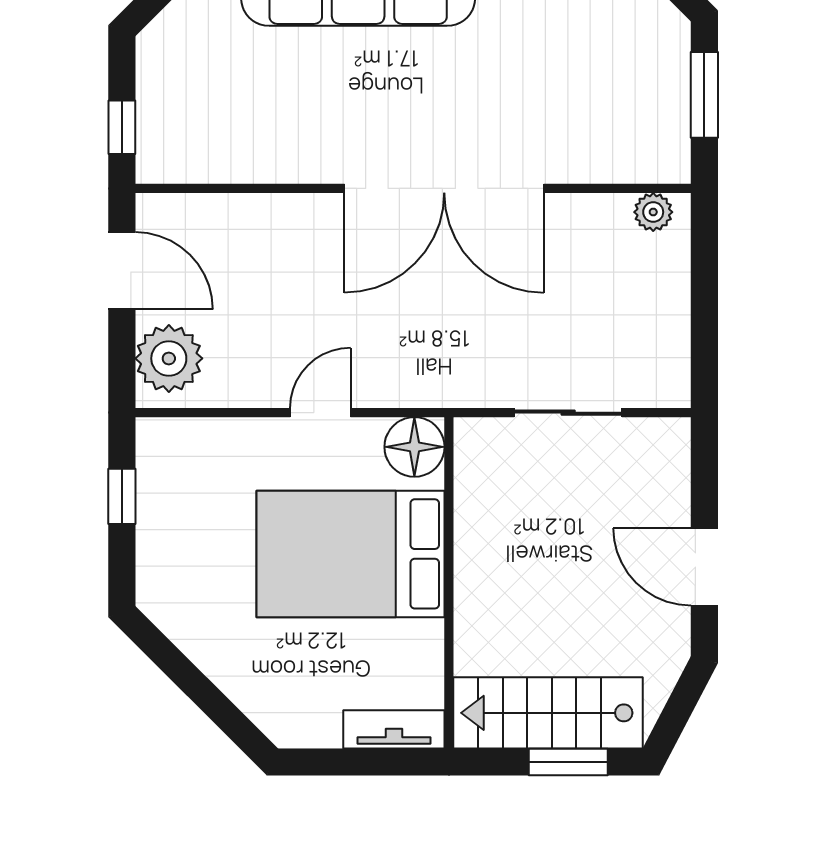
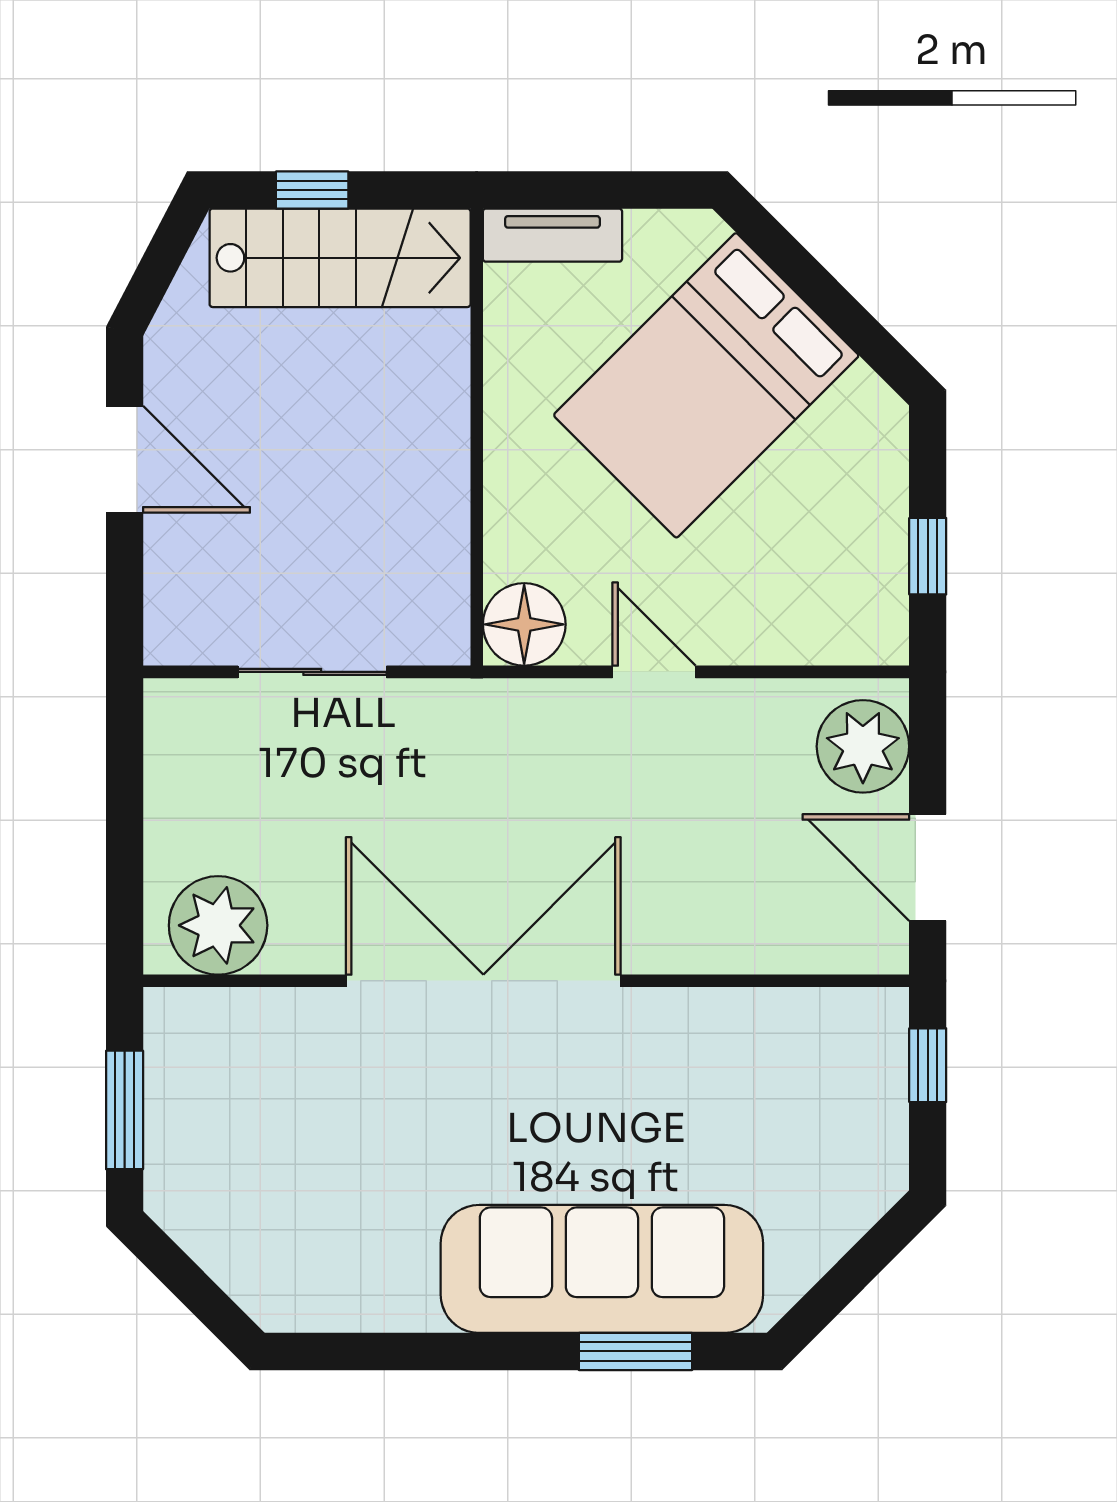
plant: (653, 212) -> (218, 925), width x1.87, depth x1.87
door: (320, 413) -> (654, 672), swing flipped
bed: (351, 554) -> (706, 385), moved, turned 135
window: (568, 762) -> (312, 190), width x0.67

